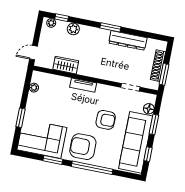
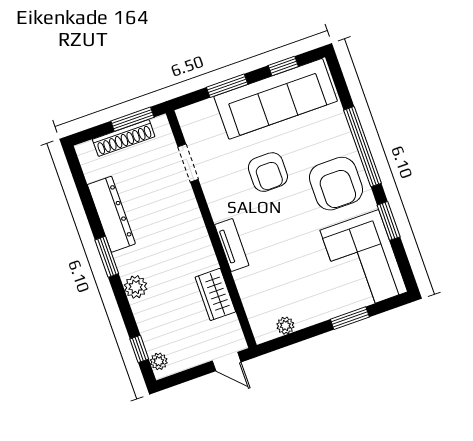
plant: (73, 29) -> (136, 287), moved
floor lamp: (149, 109) -> (206, 110), removed
armchair: (106, 120) -> (268, 172), turned 180

